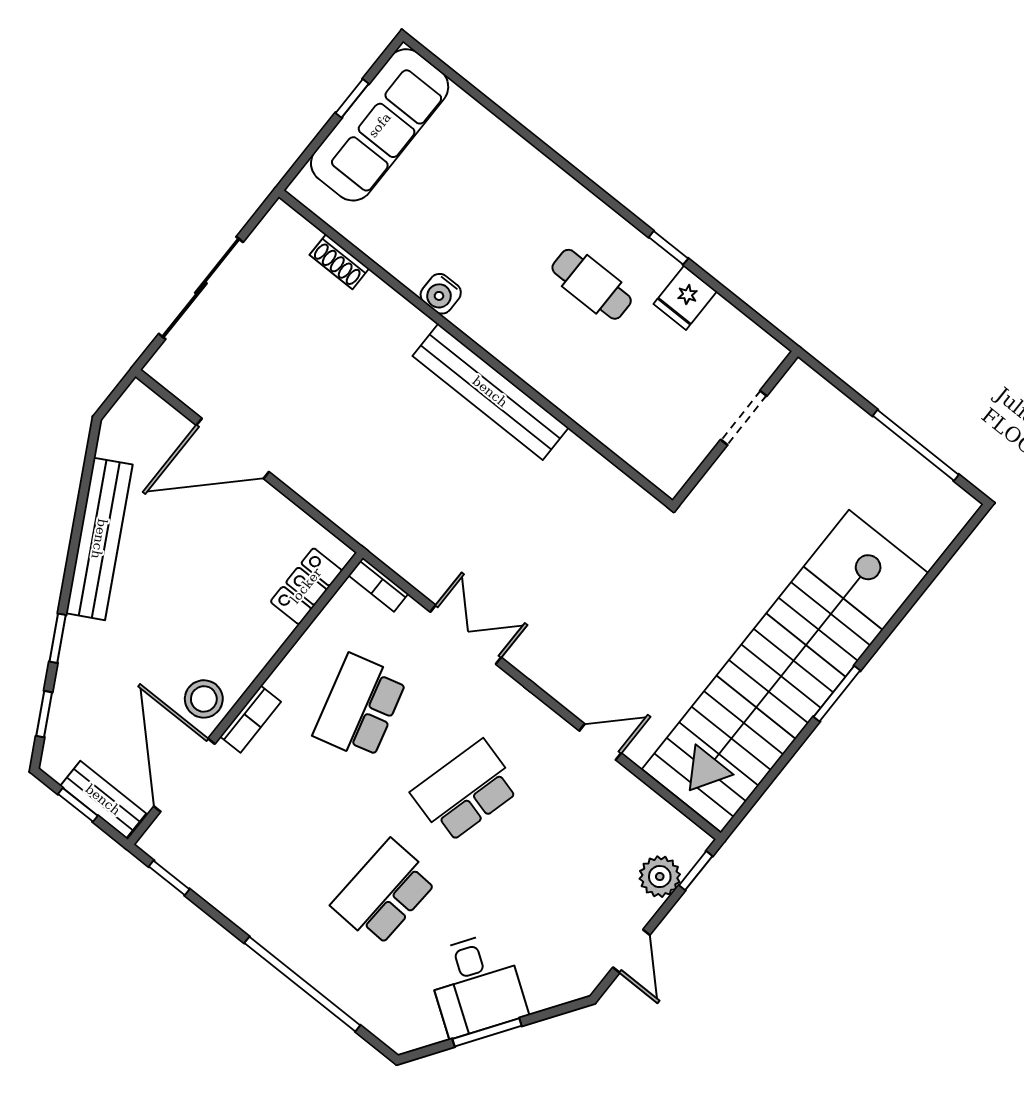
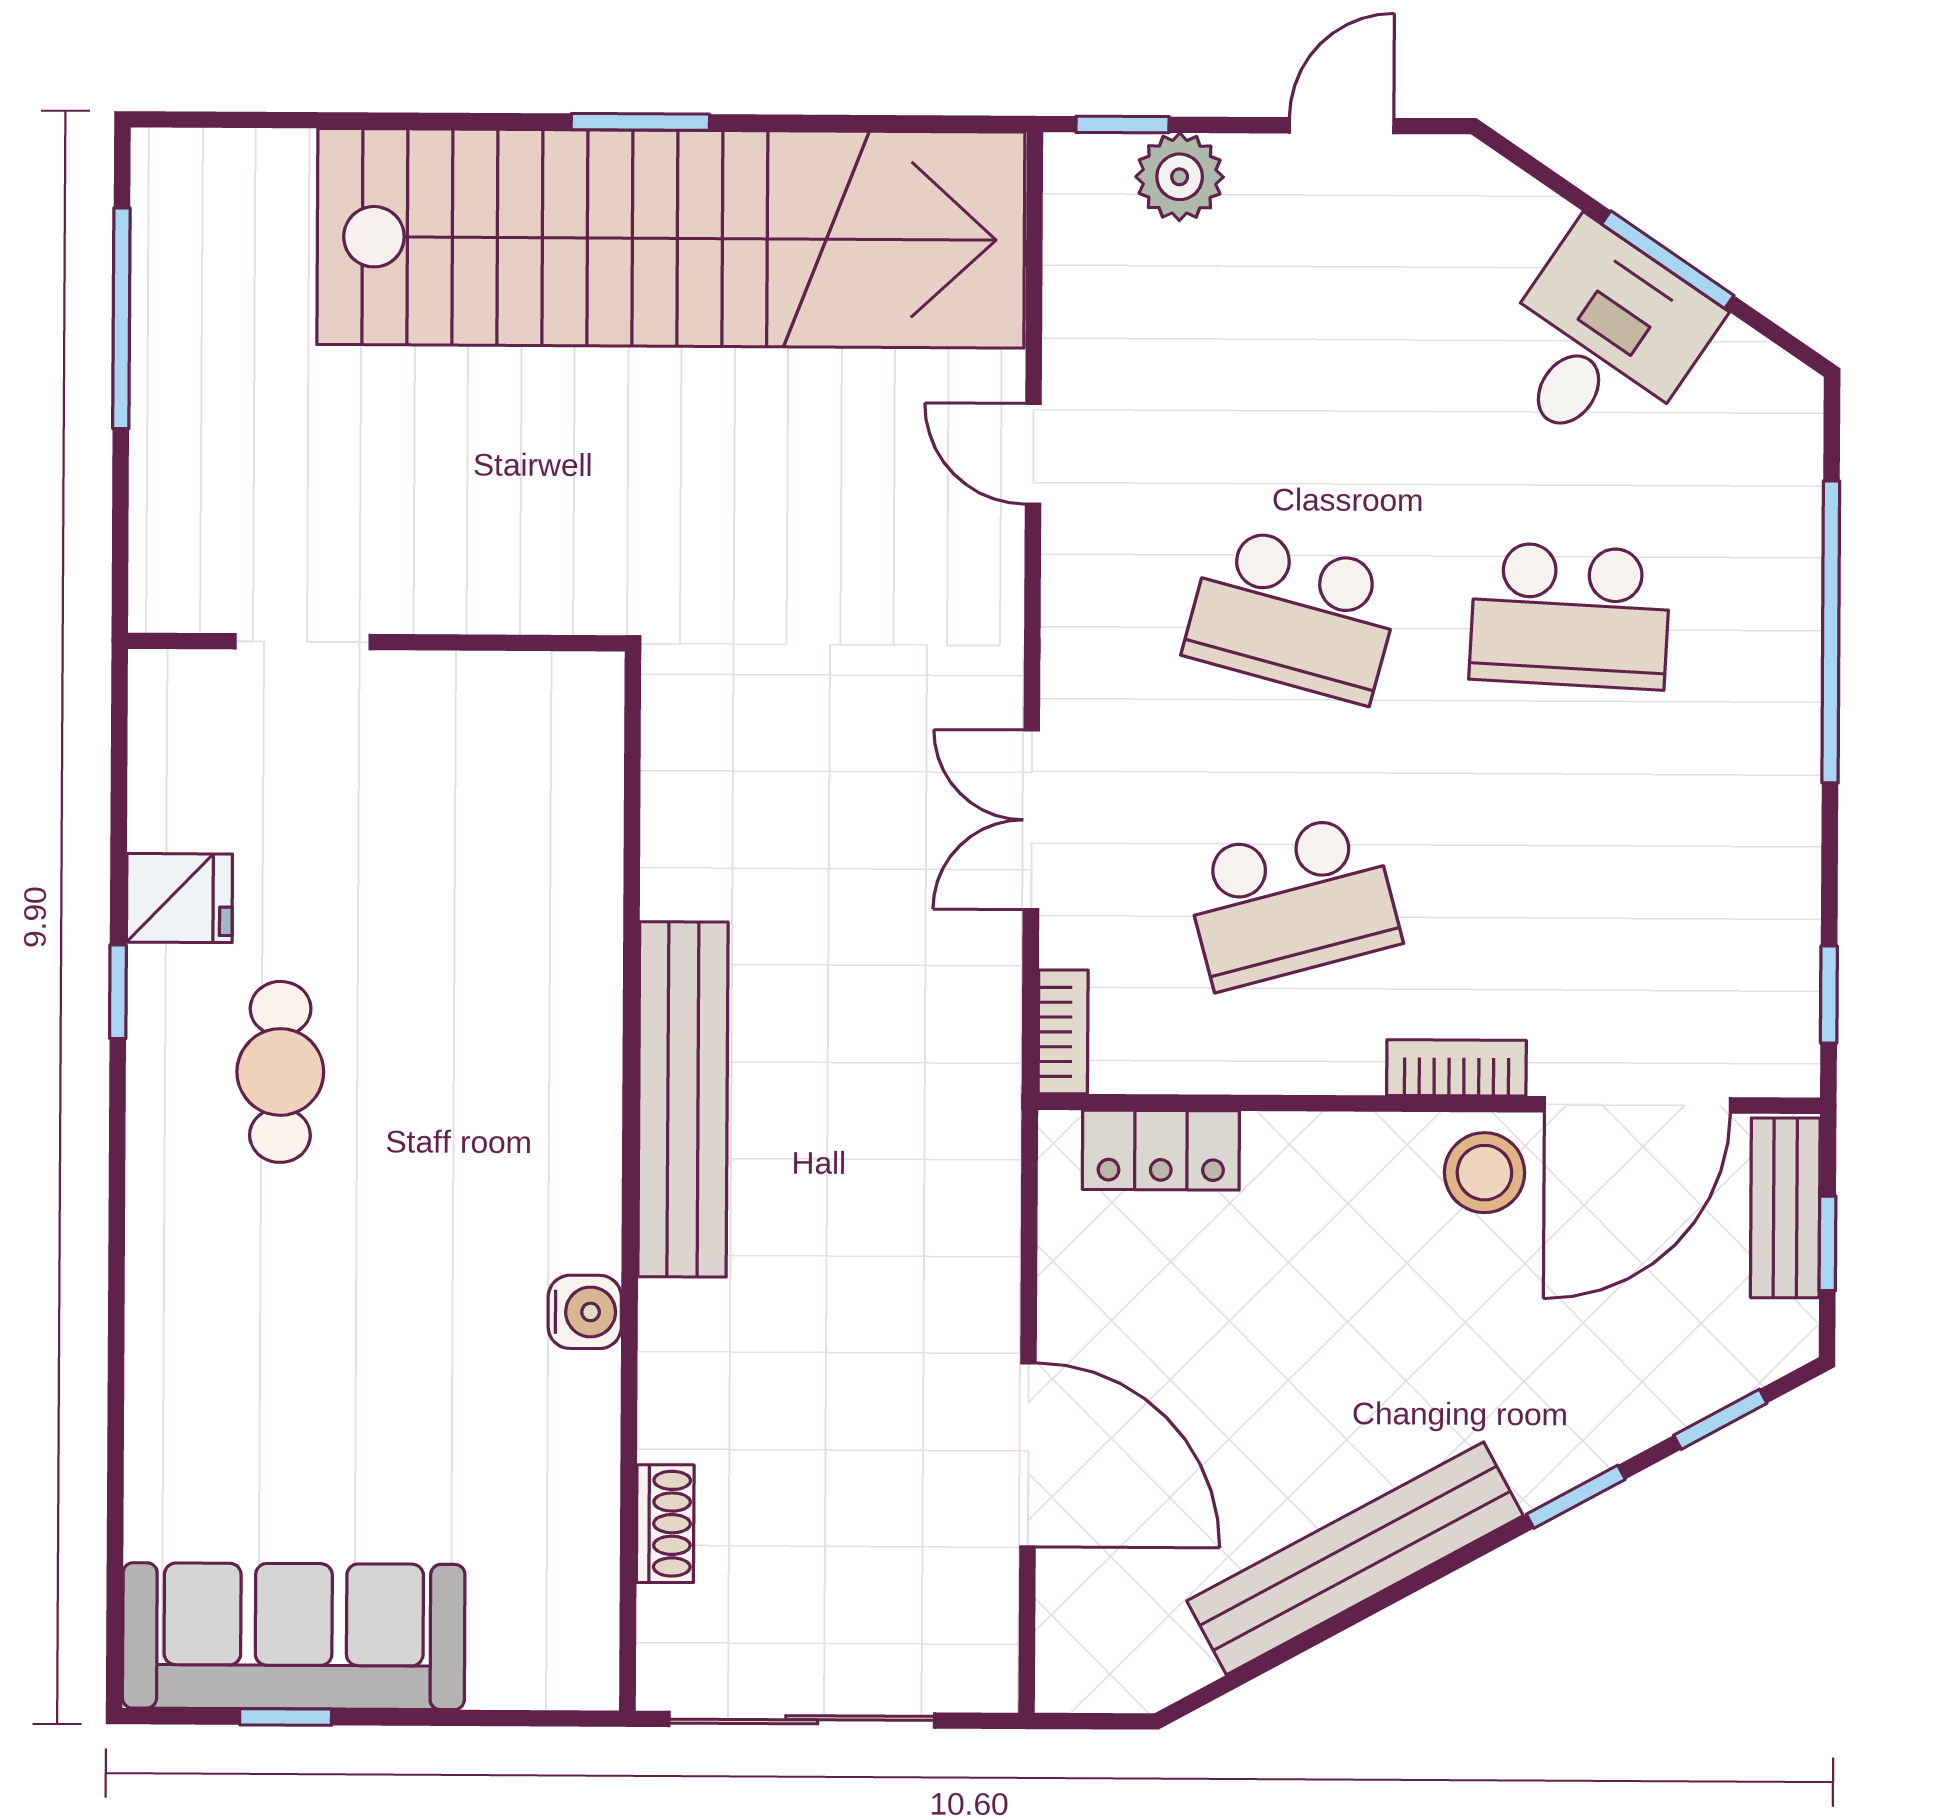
shoe rack: (339, 262) -> (665, 1524), moved
water cooler: (441, 294) -> (585, 1312), moved
wall: (476, 349) -> (630, 1181), moved
bench: (490, 392) -> (683, 1099), moved

